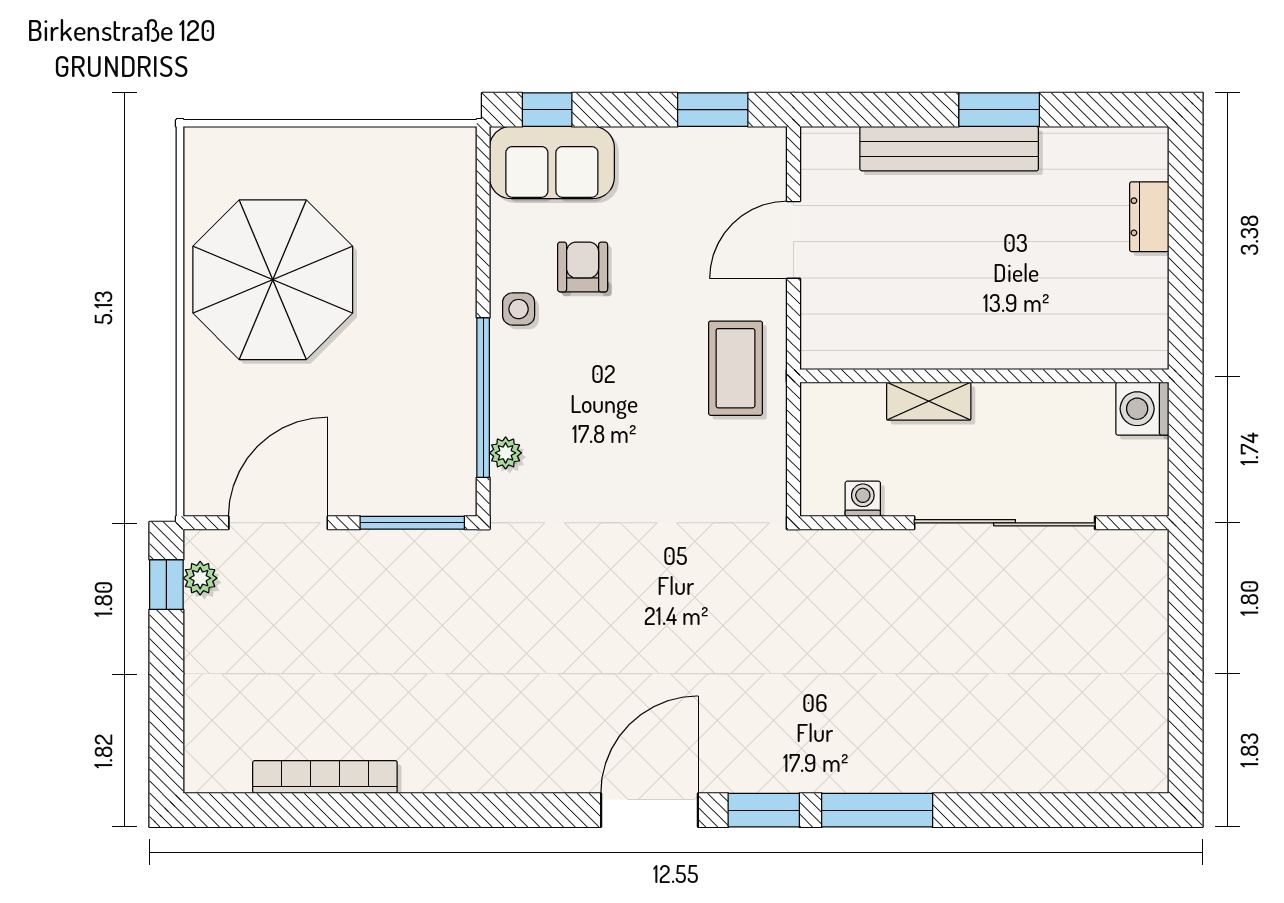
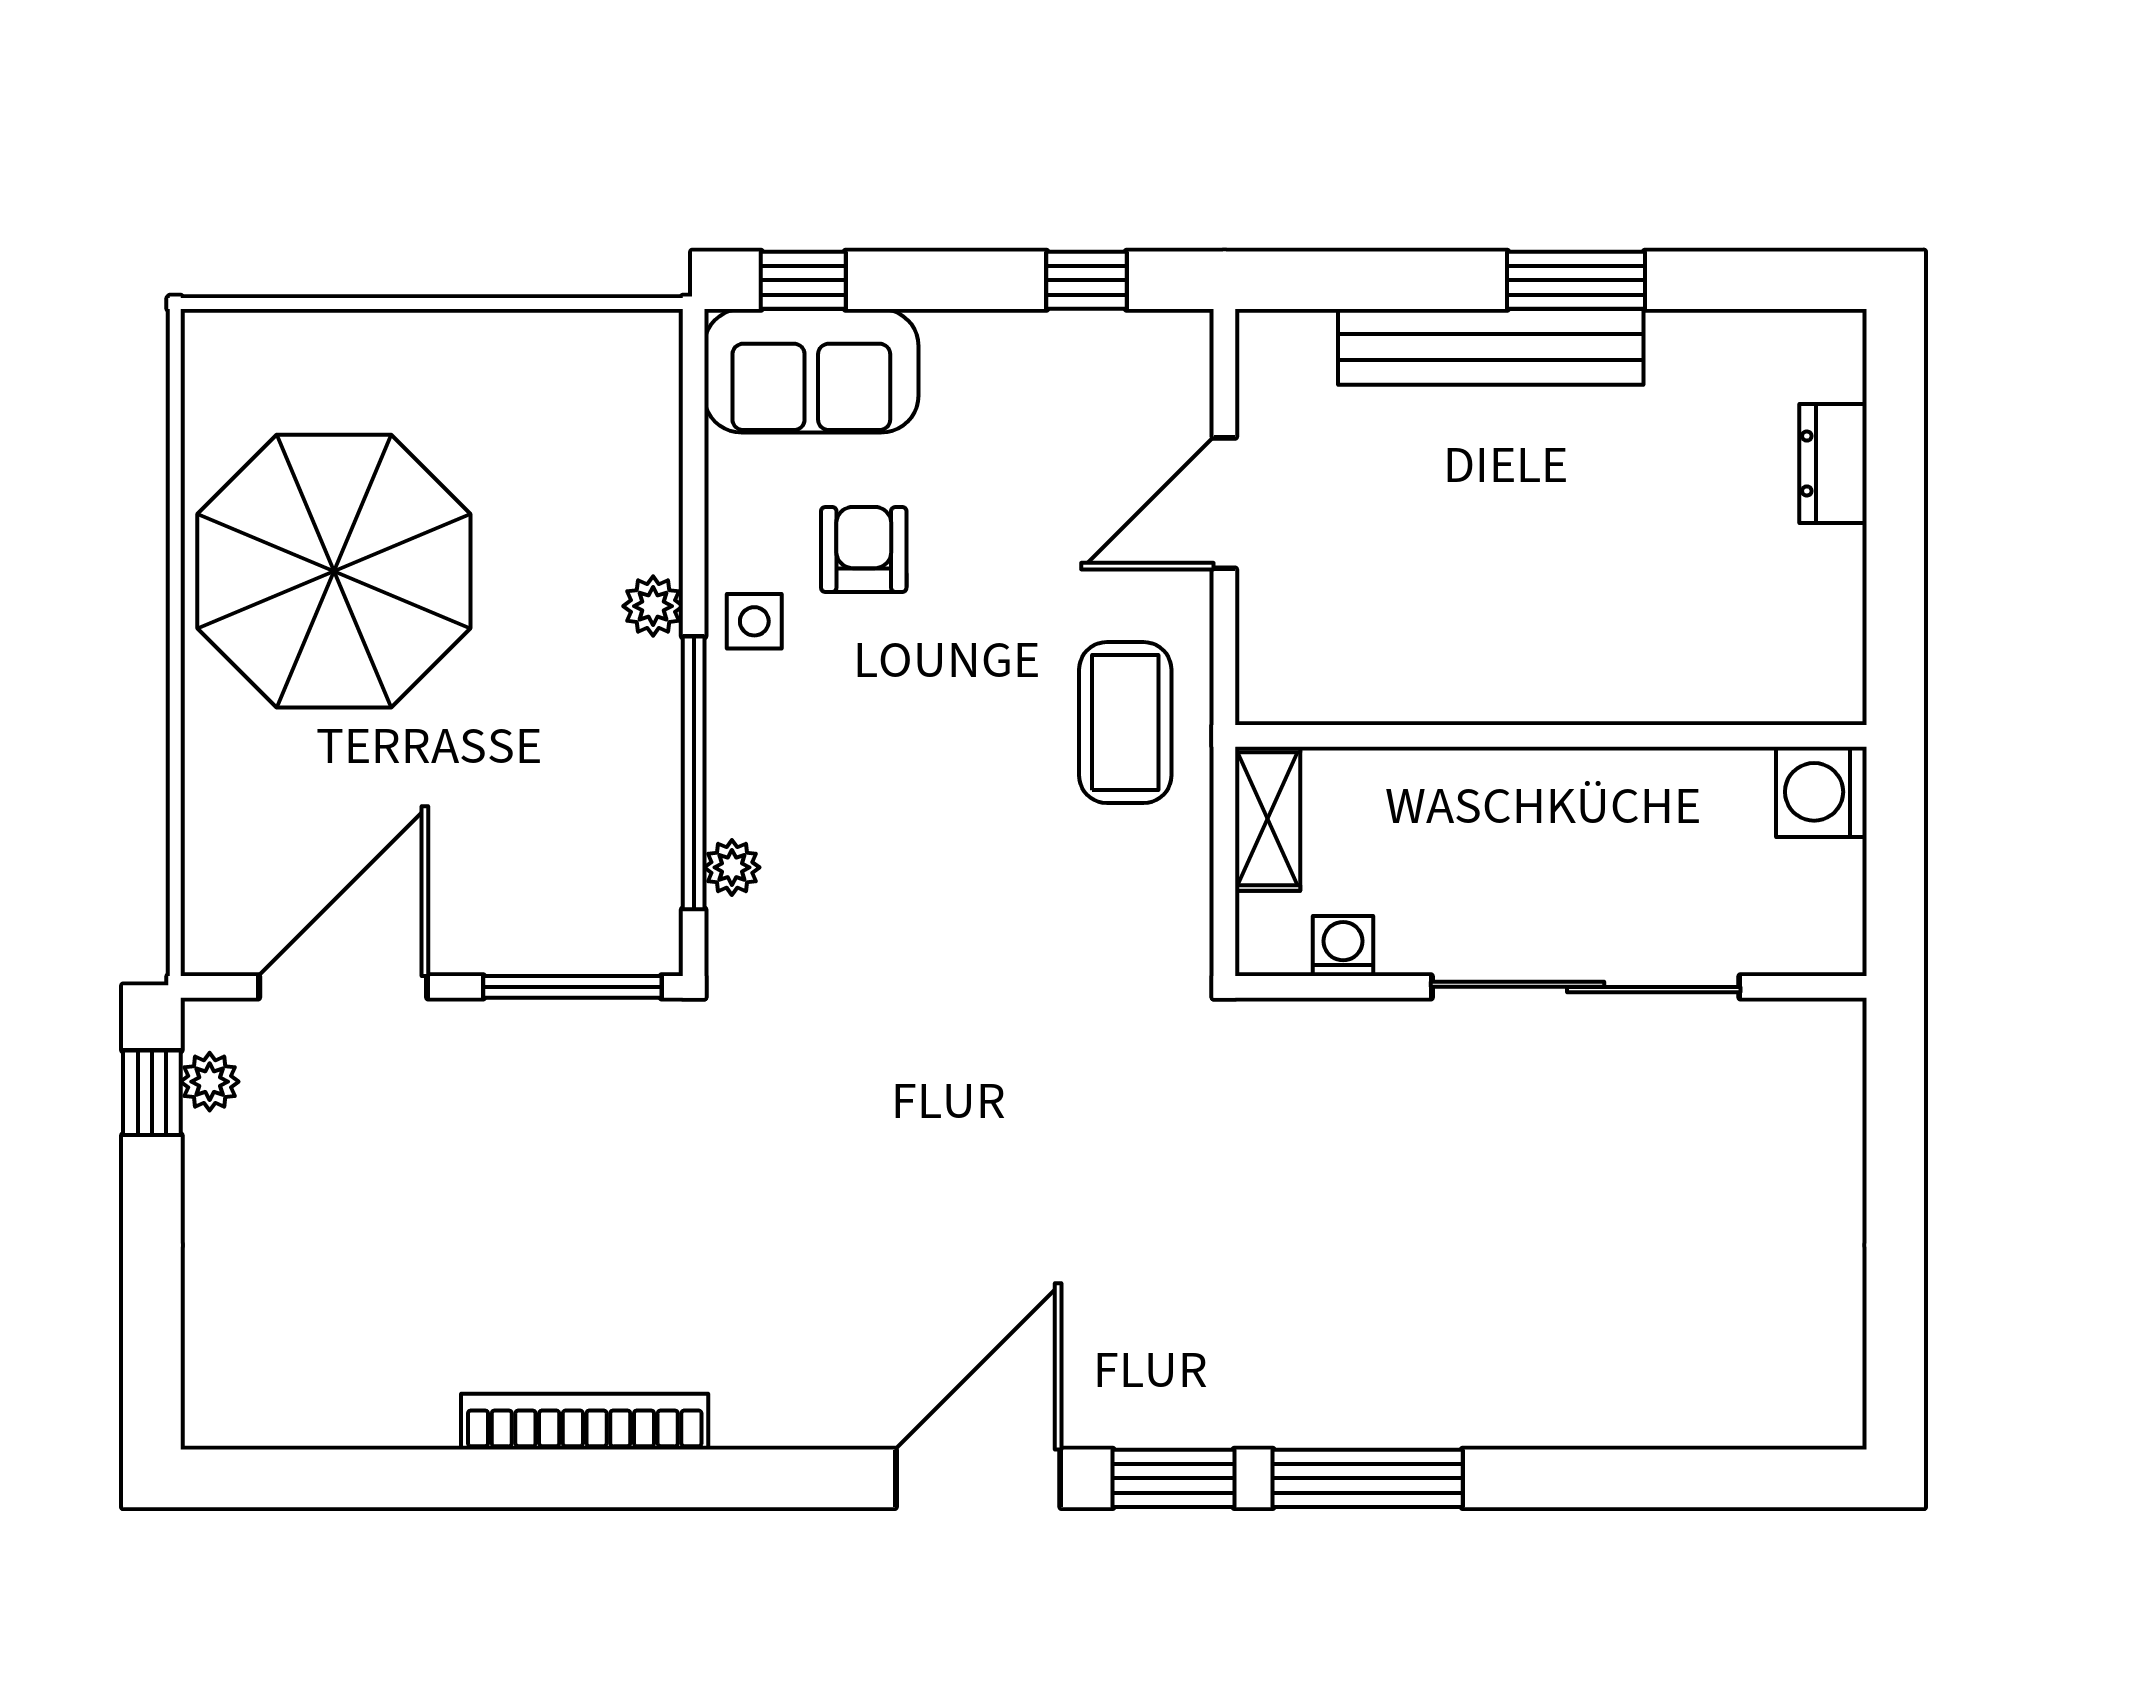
window: (713, 110) -> (1087, 280), width x0.67
plant: (459, 300) -> (653, 606), added
shelving: (929, 401) -> (1268, 819), moved, turned 90
bookcase: (325, 777) -> (585, 1422), moved

